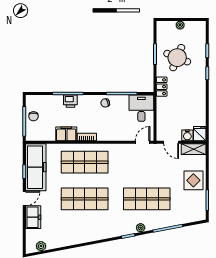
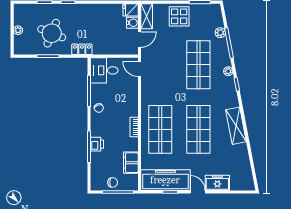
filing cabinet: (66, 134) -> (131, 163), moved
shelving: (88, 235) -> (236, 126), added
plant: (41, 246) -> (220, 33), moved

